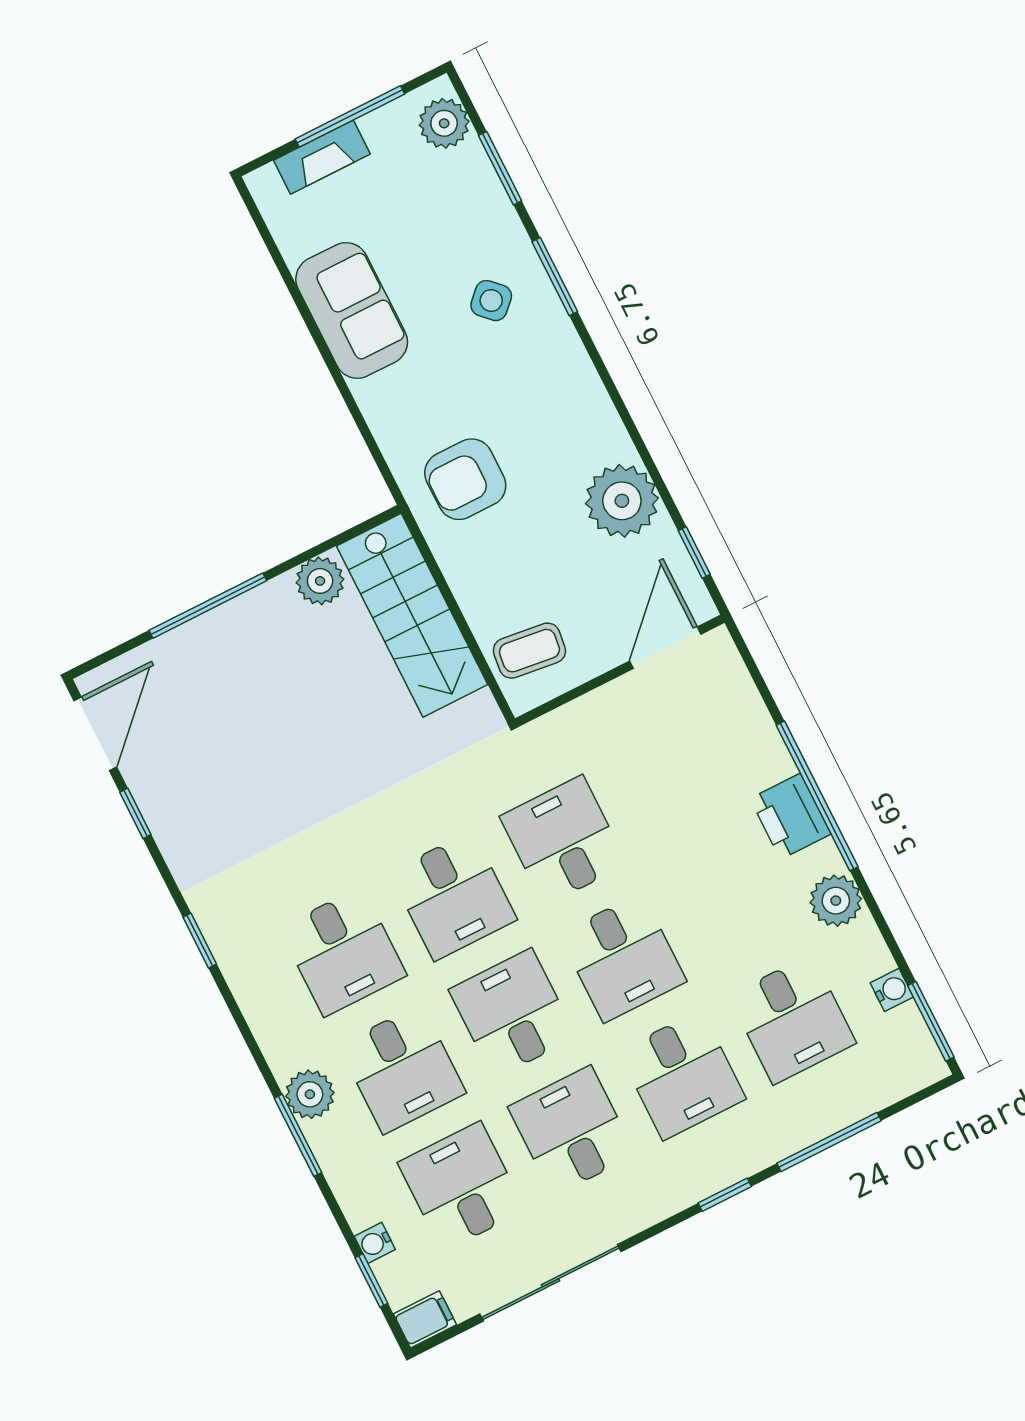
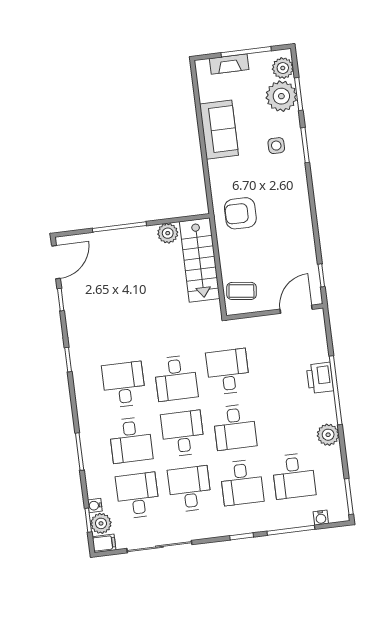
side table: (491, 301) -> (276, 146), turned 45
plant: (622, 501) -> (281, 96), moved
printer: (790, 816) -> (320, 378), moved
desk: (343, 952) -> (124, 385), turned 180
water cooler: (892, 990) -> (321, 518), moved, turned 90
plant: (310, 1094) -> (101, 523), moved

